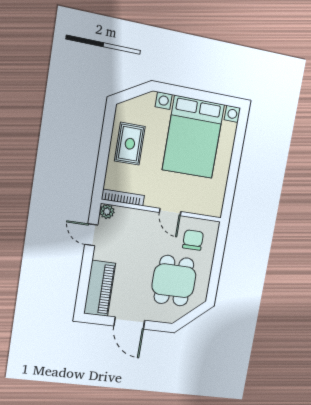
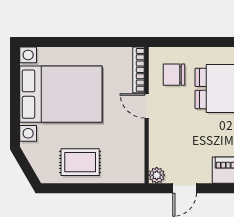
bookcase: (123, 197) -> (139, 70), moved
door: (170, 212) -> (147, 106), swing flipped

